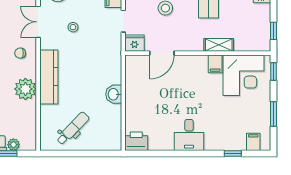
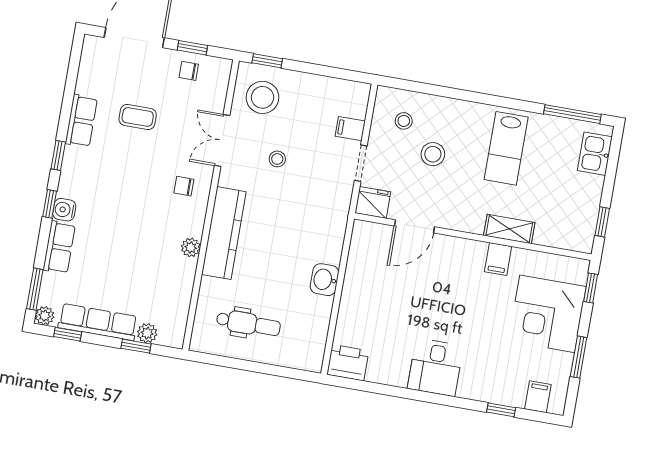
corner desk: (243, 75) -> (547, 314), moved, turned 90
plant: (25, 89) -> (191, 247), width x0.53, depth x0.53
dental chair: (73, 128) -> (248, 324), turned 46

